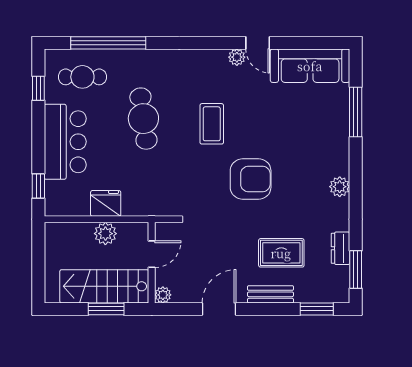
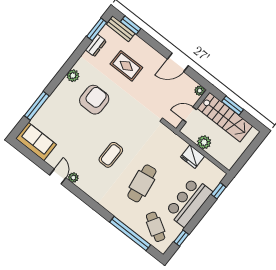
sofa: (310, 66) -> (36, 142), width x0.73
cafe table: (82, 77) -> (156, 227), turned 31
armchair: (251, 179) -> (94, 100), moved, turned 90
bench: (270, 294) -> (121, 29), moved

